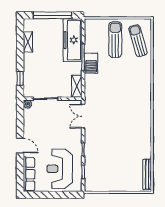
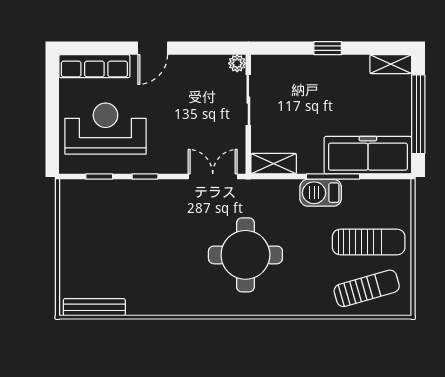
shelving: (28, 42) -> (391, 64), moved
window: (20, 78) -> (328, 48), moved
round table: (122, 100) -> (245, 255), added

